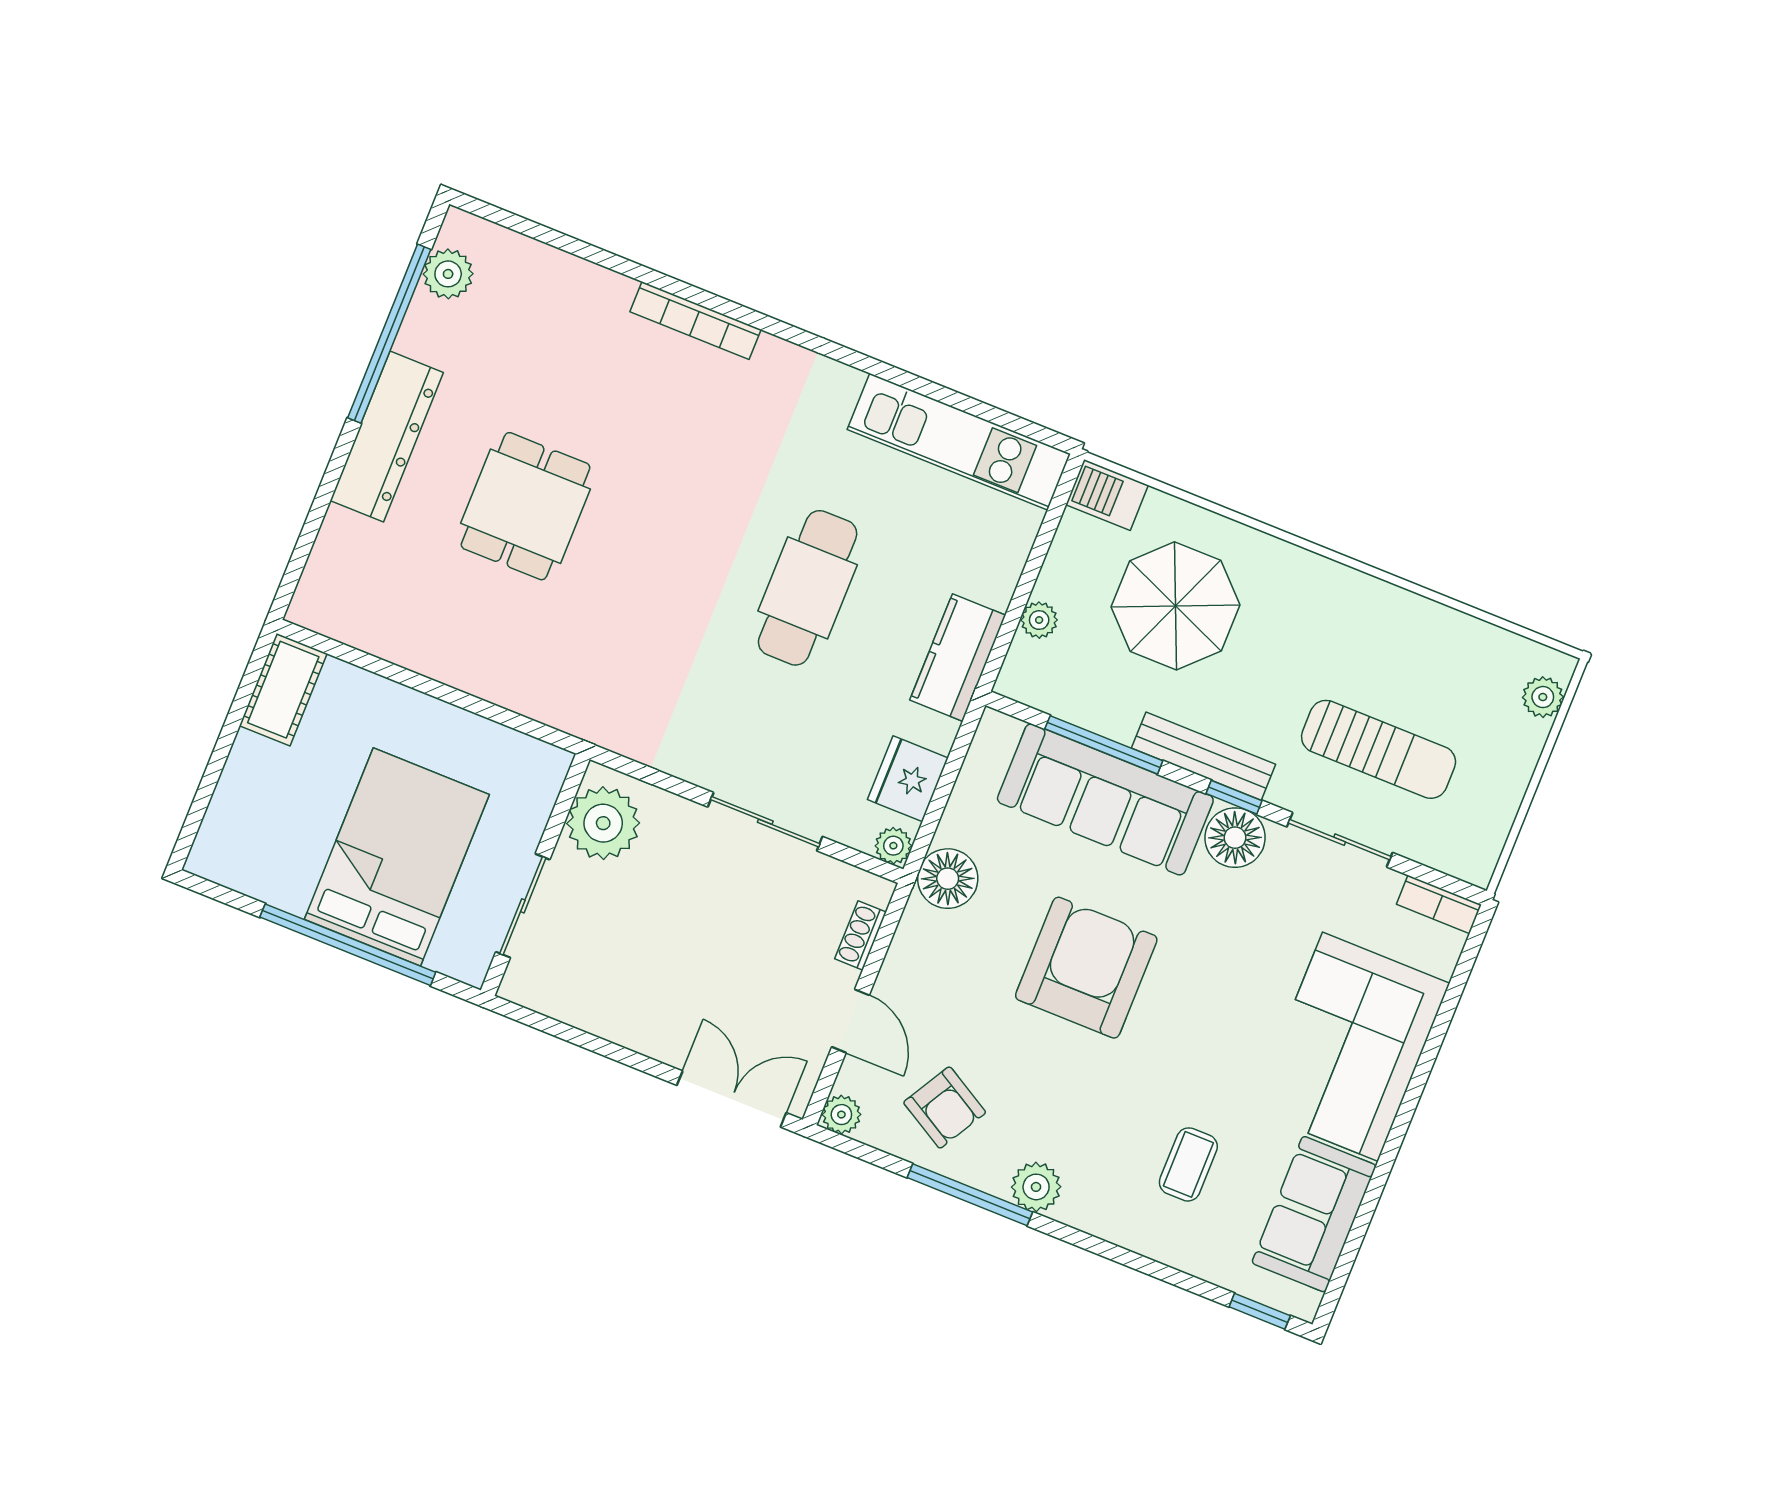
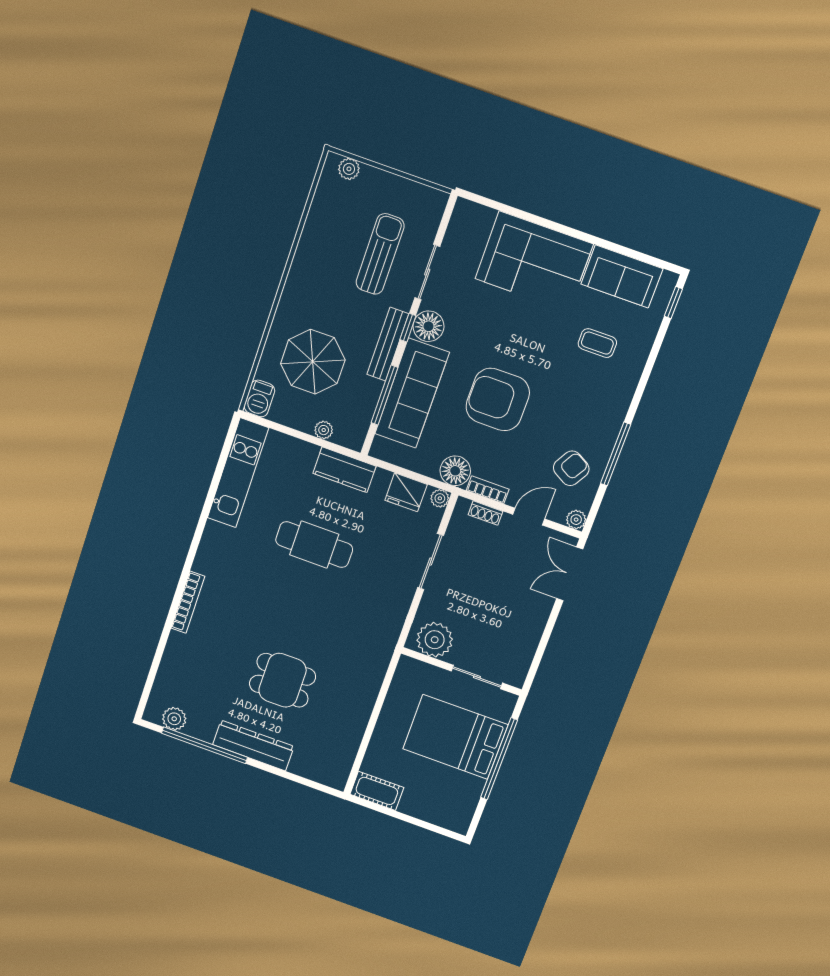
bookcase: (1439, 904) -> (488, 490), moved, turned -90
plant: (1036, 1187) -> (611, 421), removed

